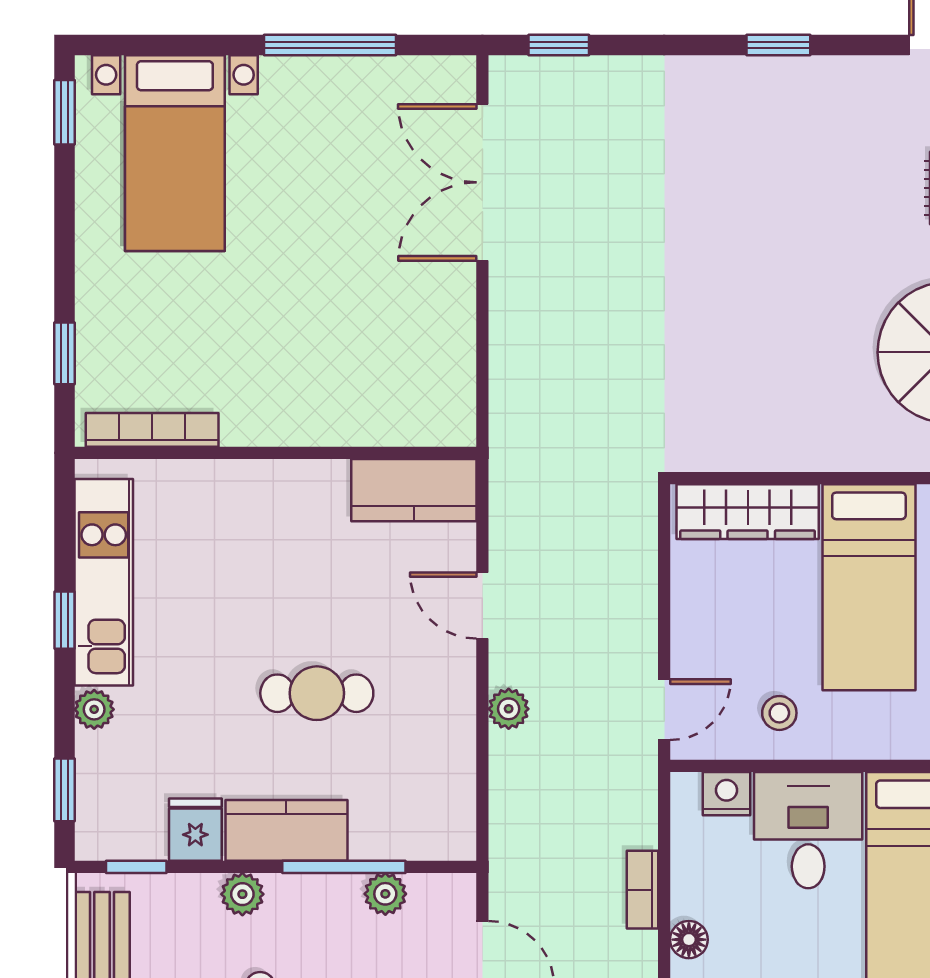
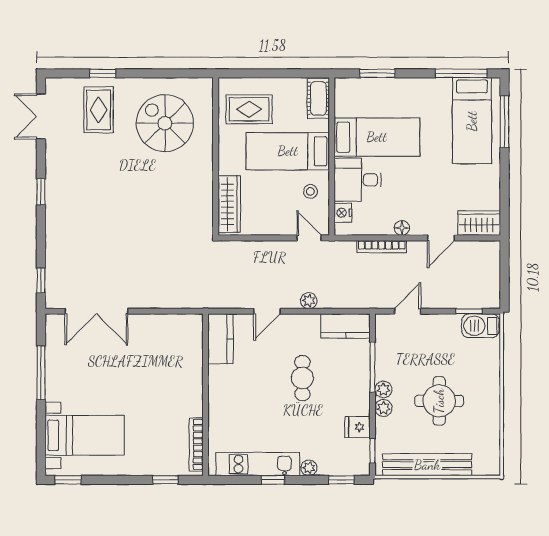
bed: (869, 587) -> (288, 151), moved, turned 180
kitchen counter: (286, 830) -> (345, 326), moved, turned -90
bookcase: (642, 890) -> (382, 247), width x1.56
plant: (385, 894) -> (383, 389), moved

